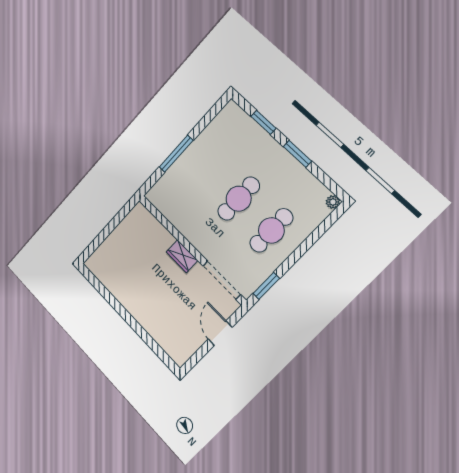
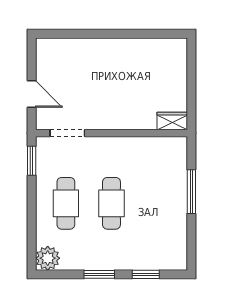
plant: (333, 202) -> (48, 258), width x1.88, depth x1.88
wardrobe: (182, 256) -> (172, 121), moved
doorway: (222, 280) -> (67, 133), width x0.73

